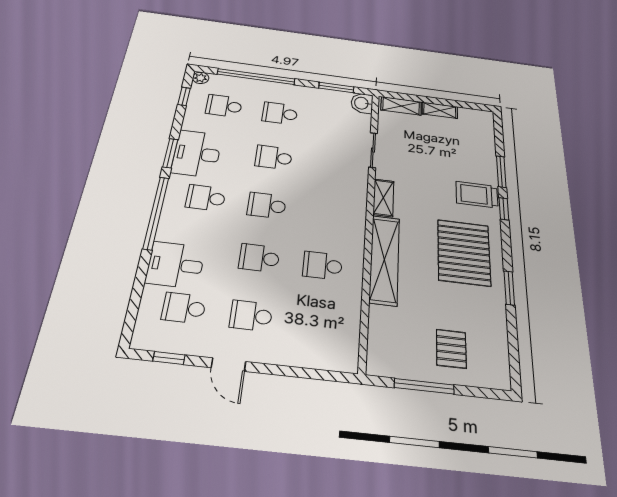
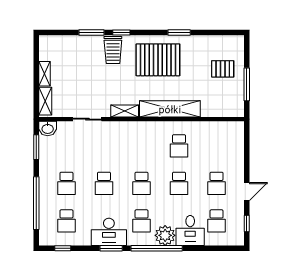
plant: (201, 78) -> (165, 235), moved, width x1.88, depth x1.88

